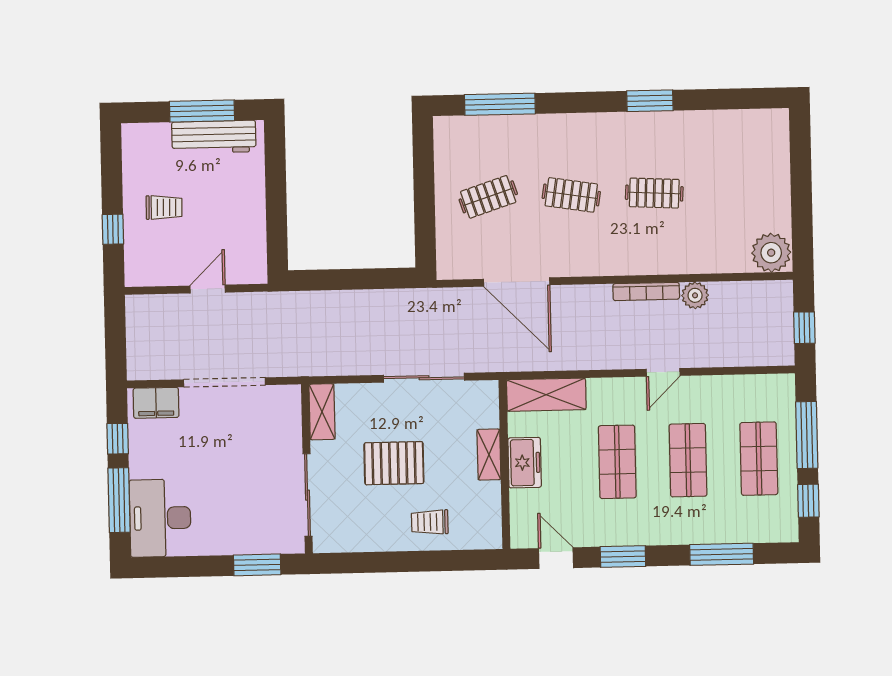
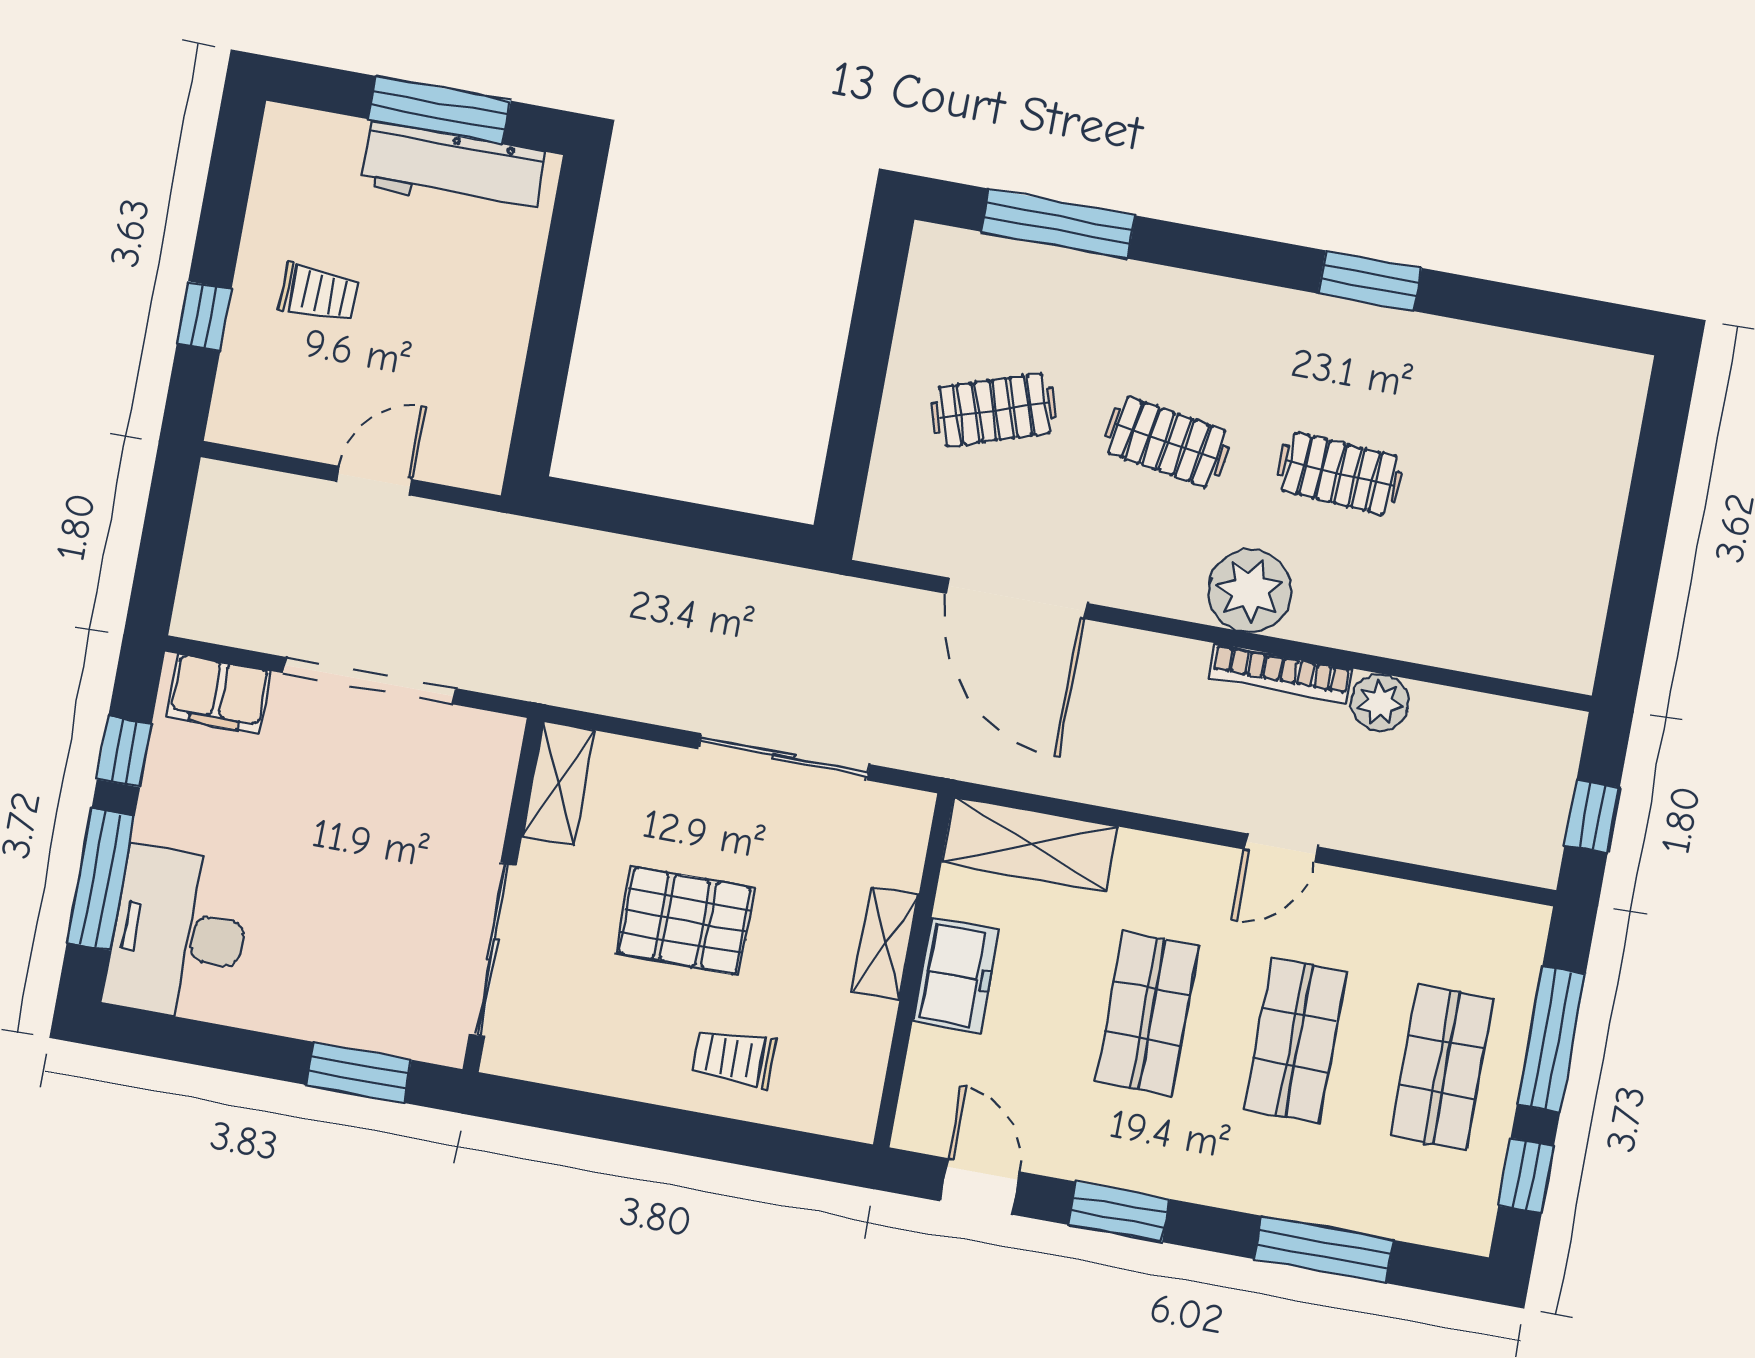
plant: (771, 253) -> (1250, 591), moved

